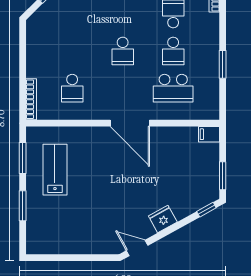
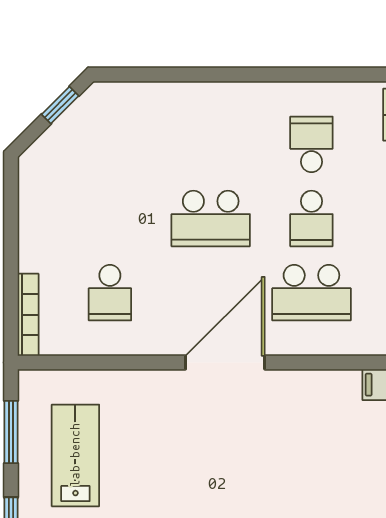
school desk: (123, 51) -> (211, 218), width x1.85
door: (130, 123) -> (225, 363), swing flipped

